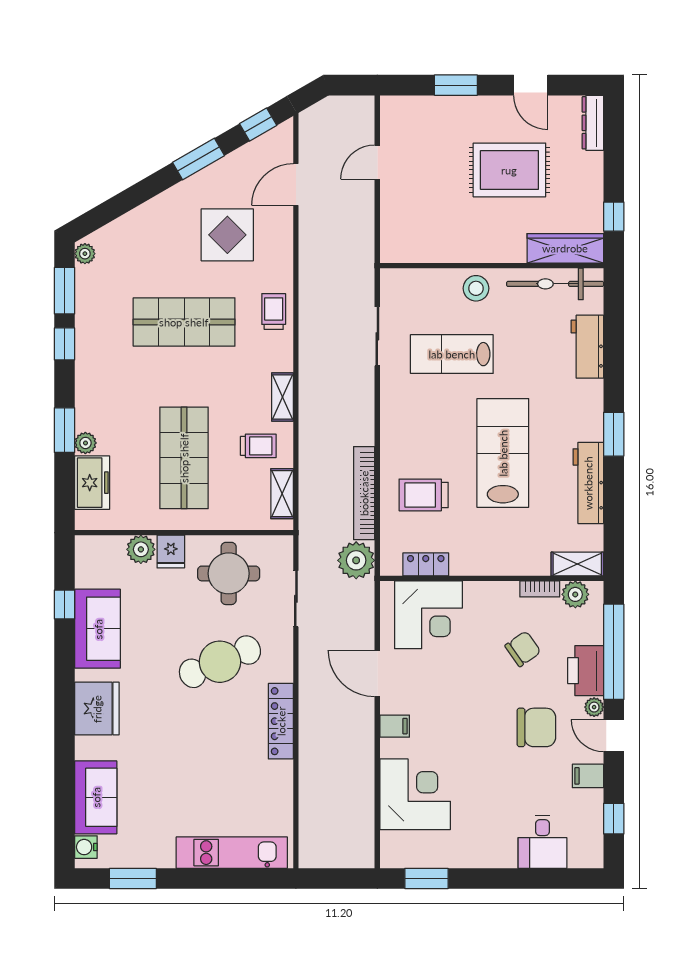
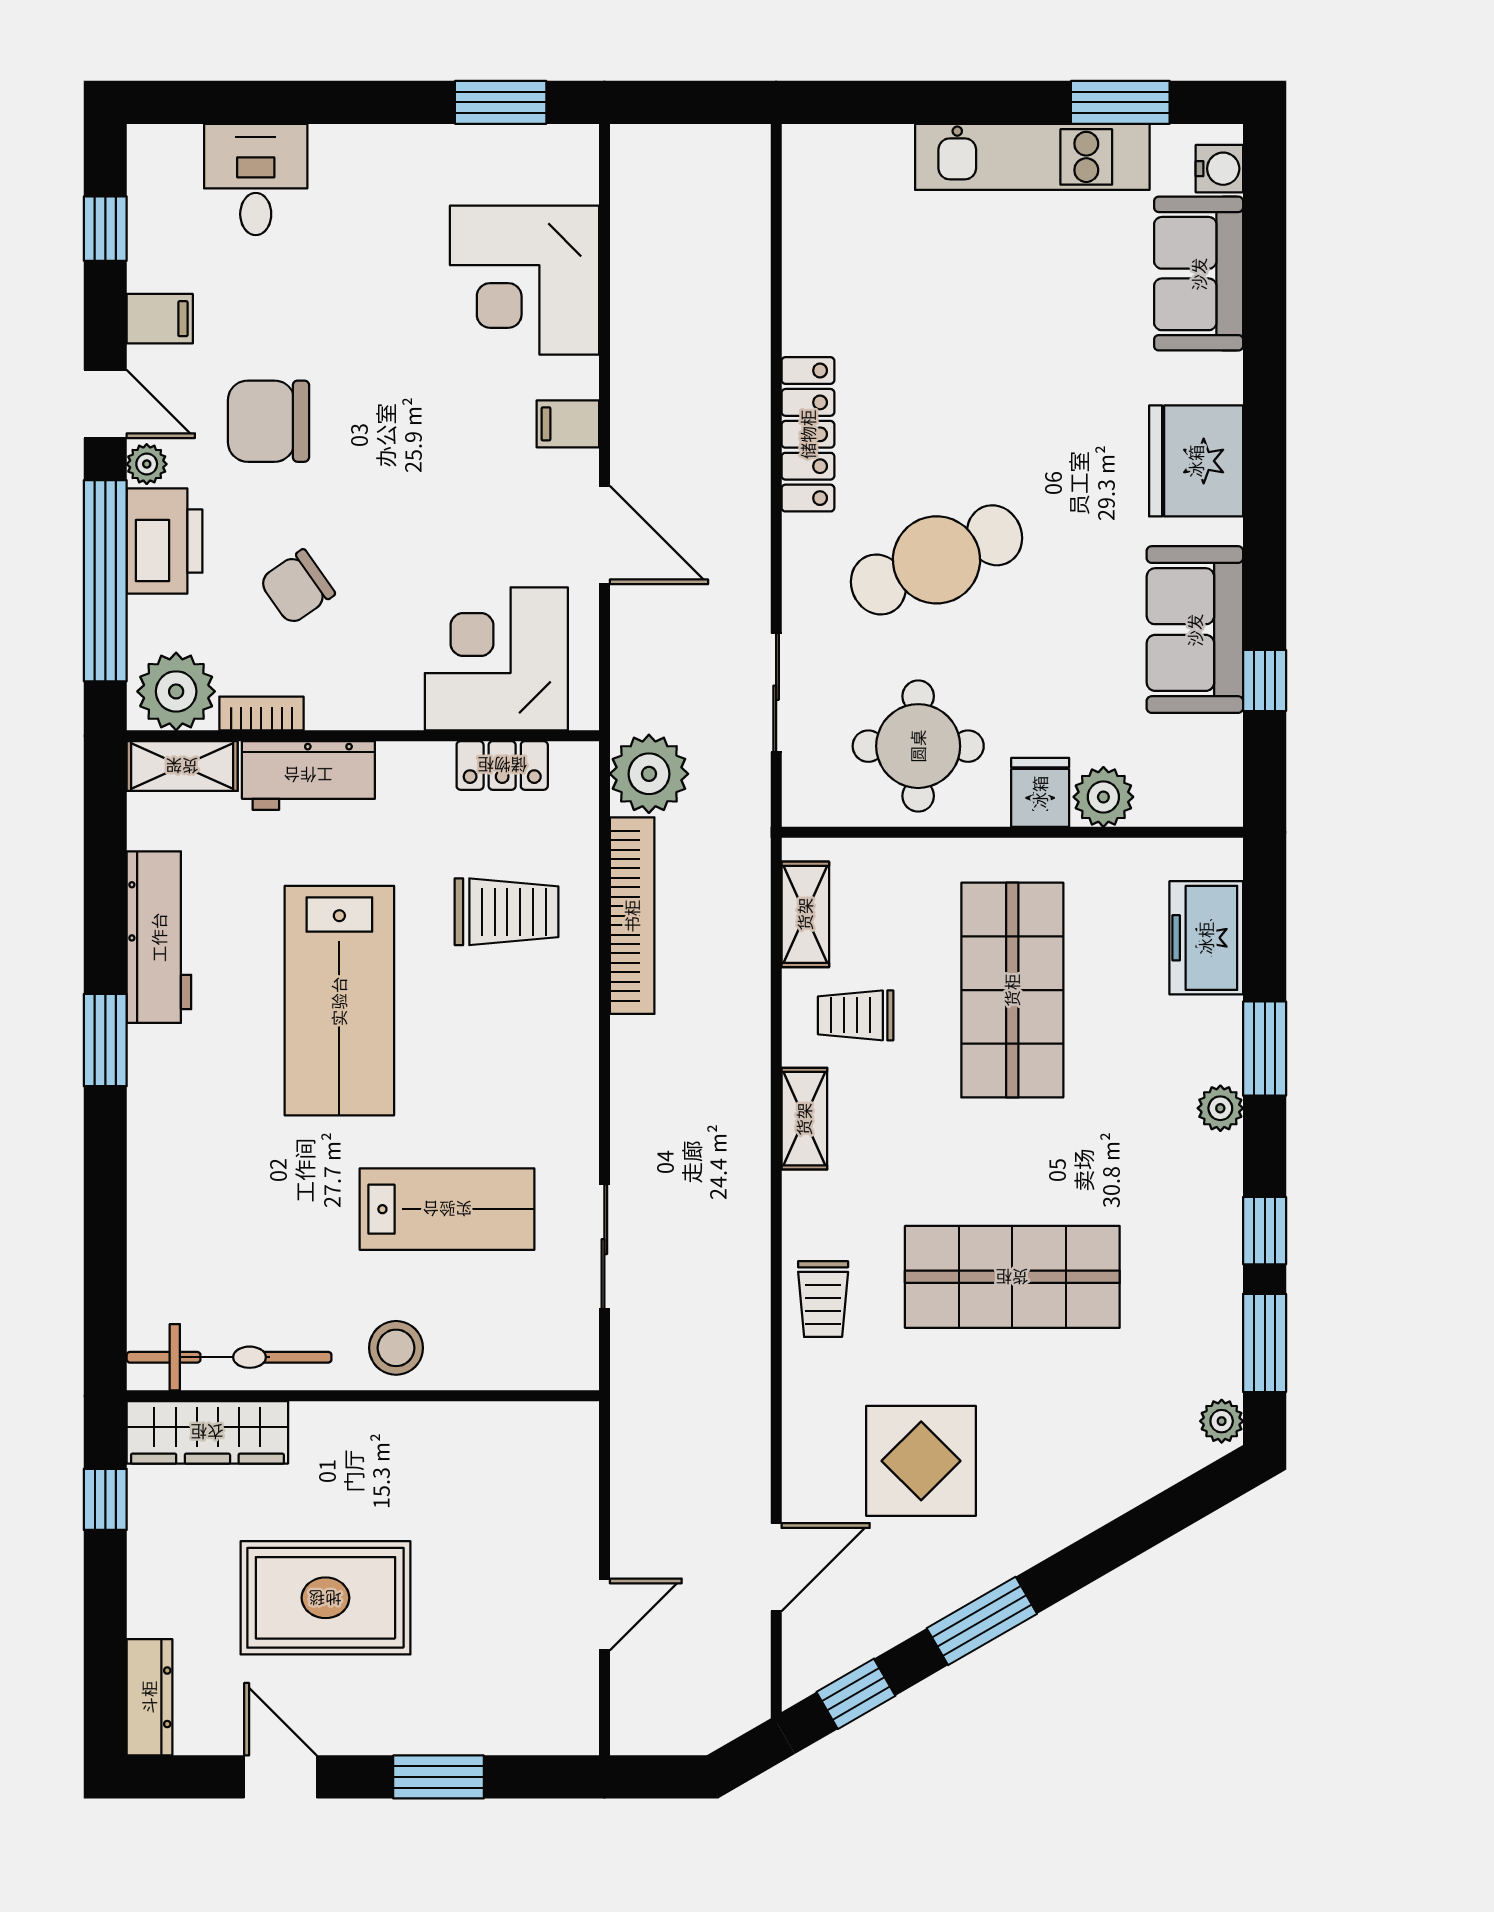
workbench: (587, 347) -> (308, 775), moved, turned 90
plant: (85, 443) -> (1220, 1108), moved
plant: (575, 594) -> (176, 691), width x1.36, depth x1.36
kitchen unit: (232, 853) -> (1032, 157), moved

